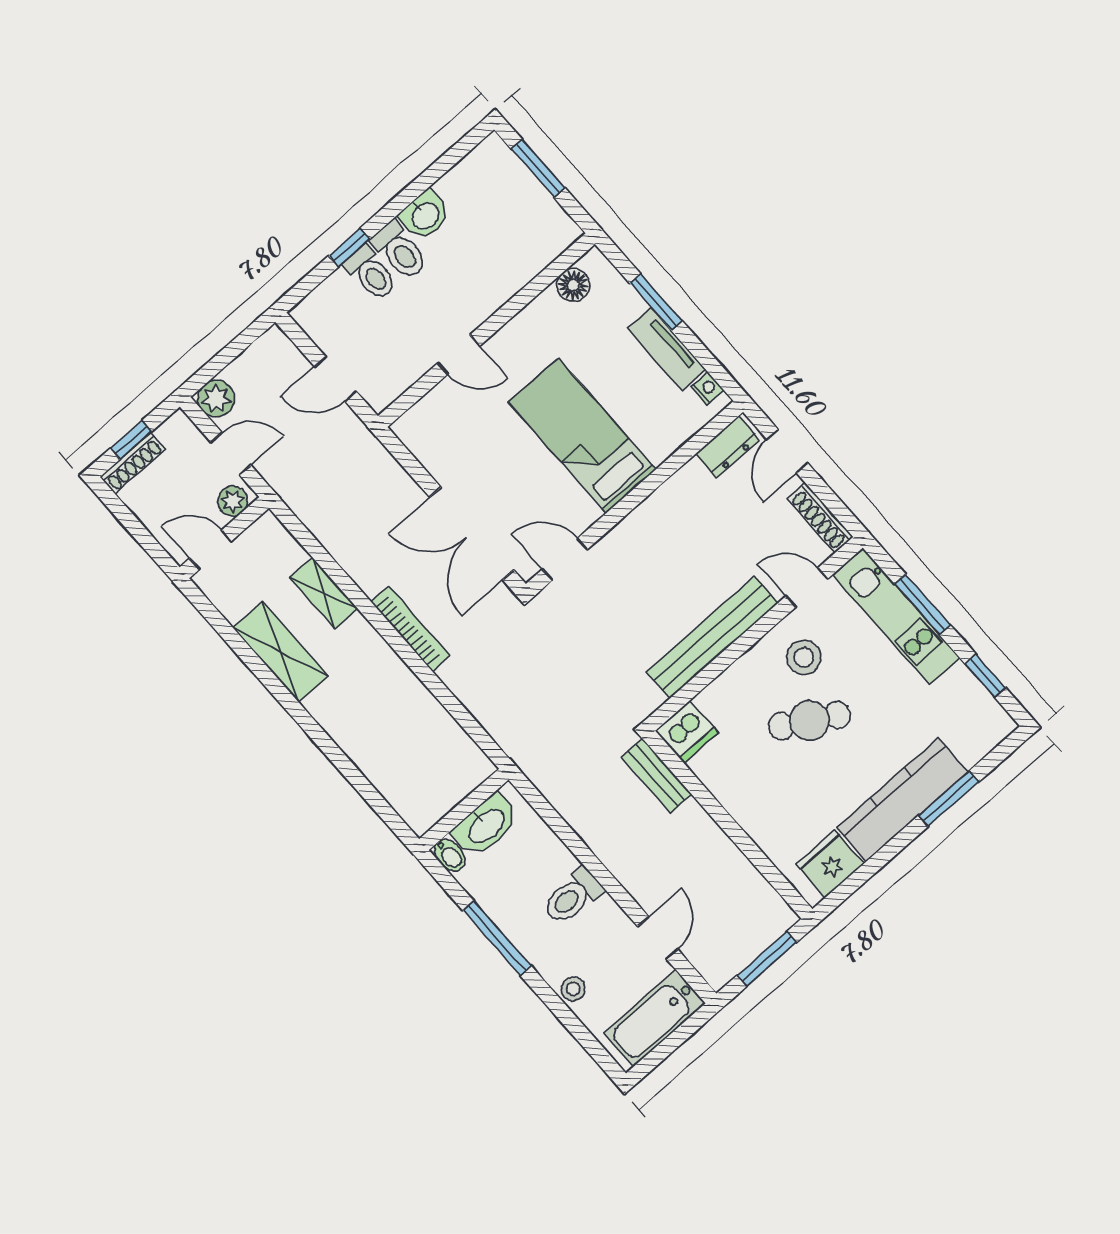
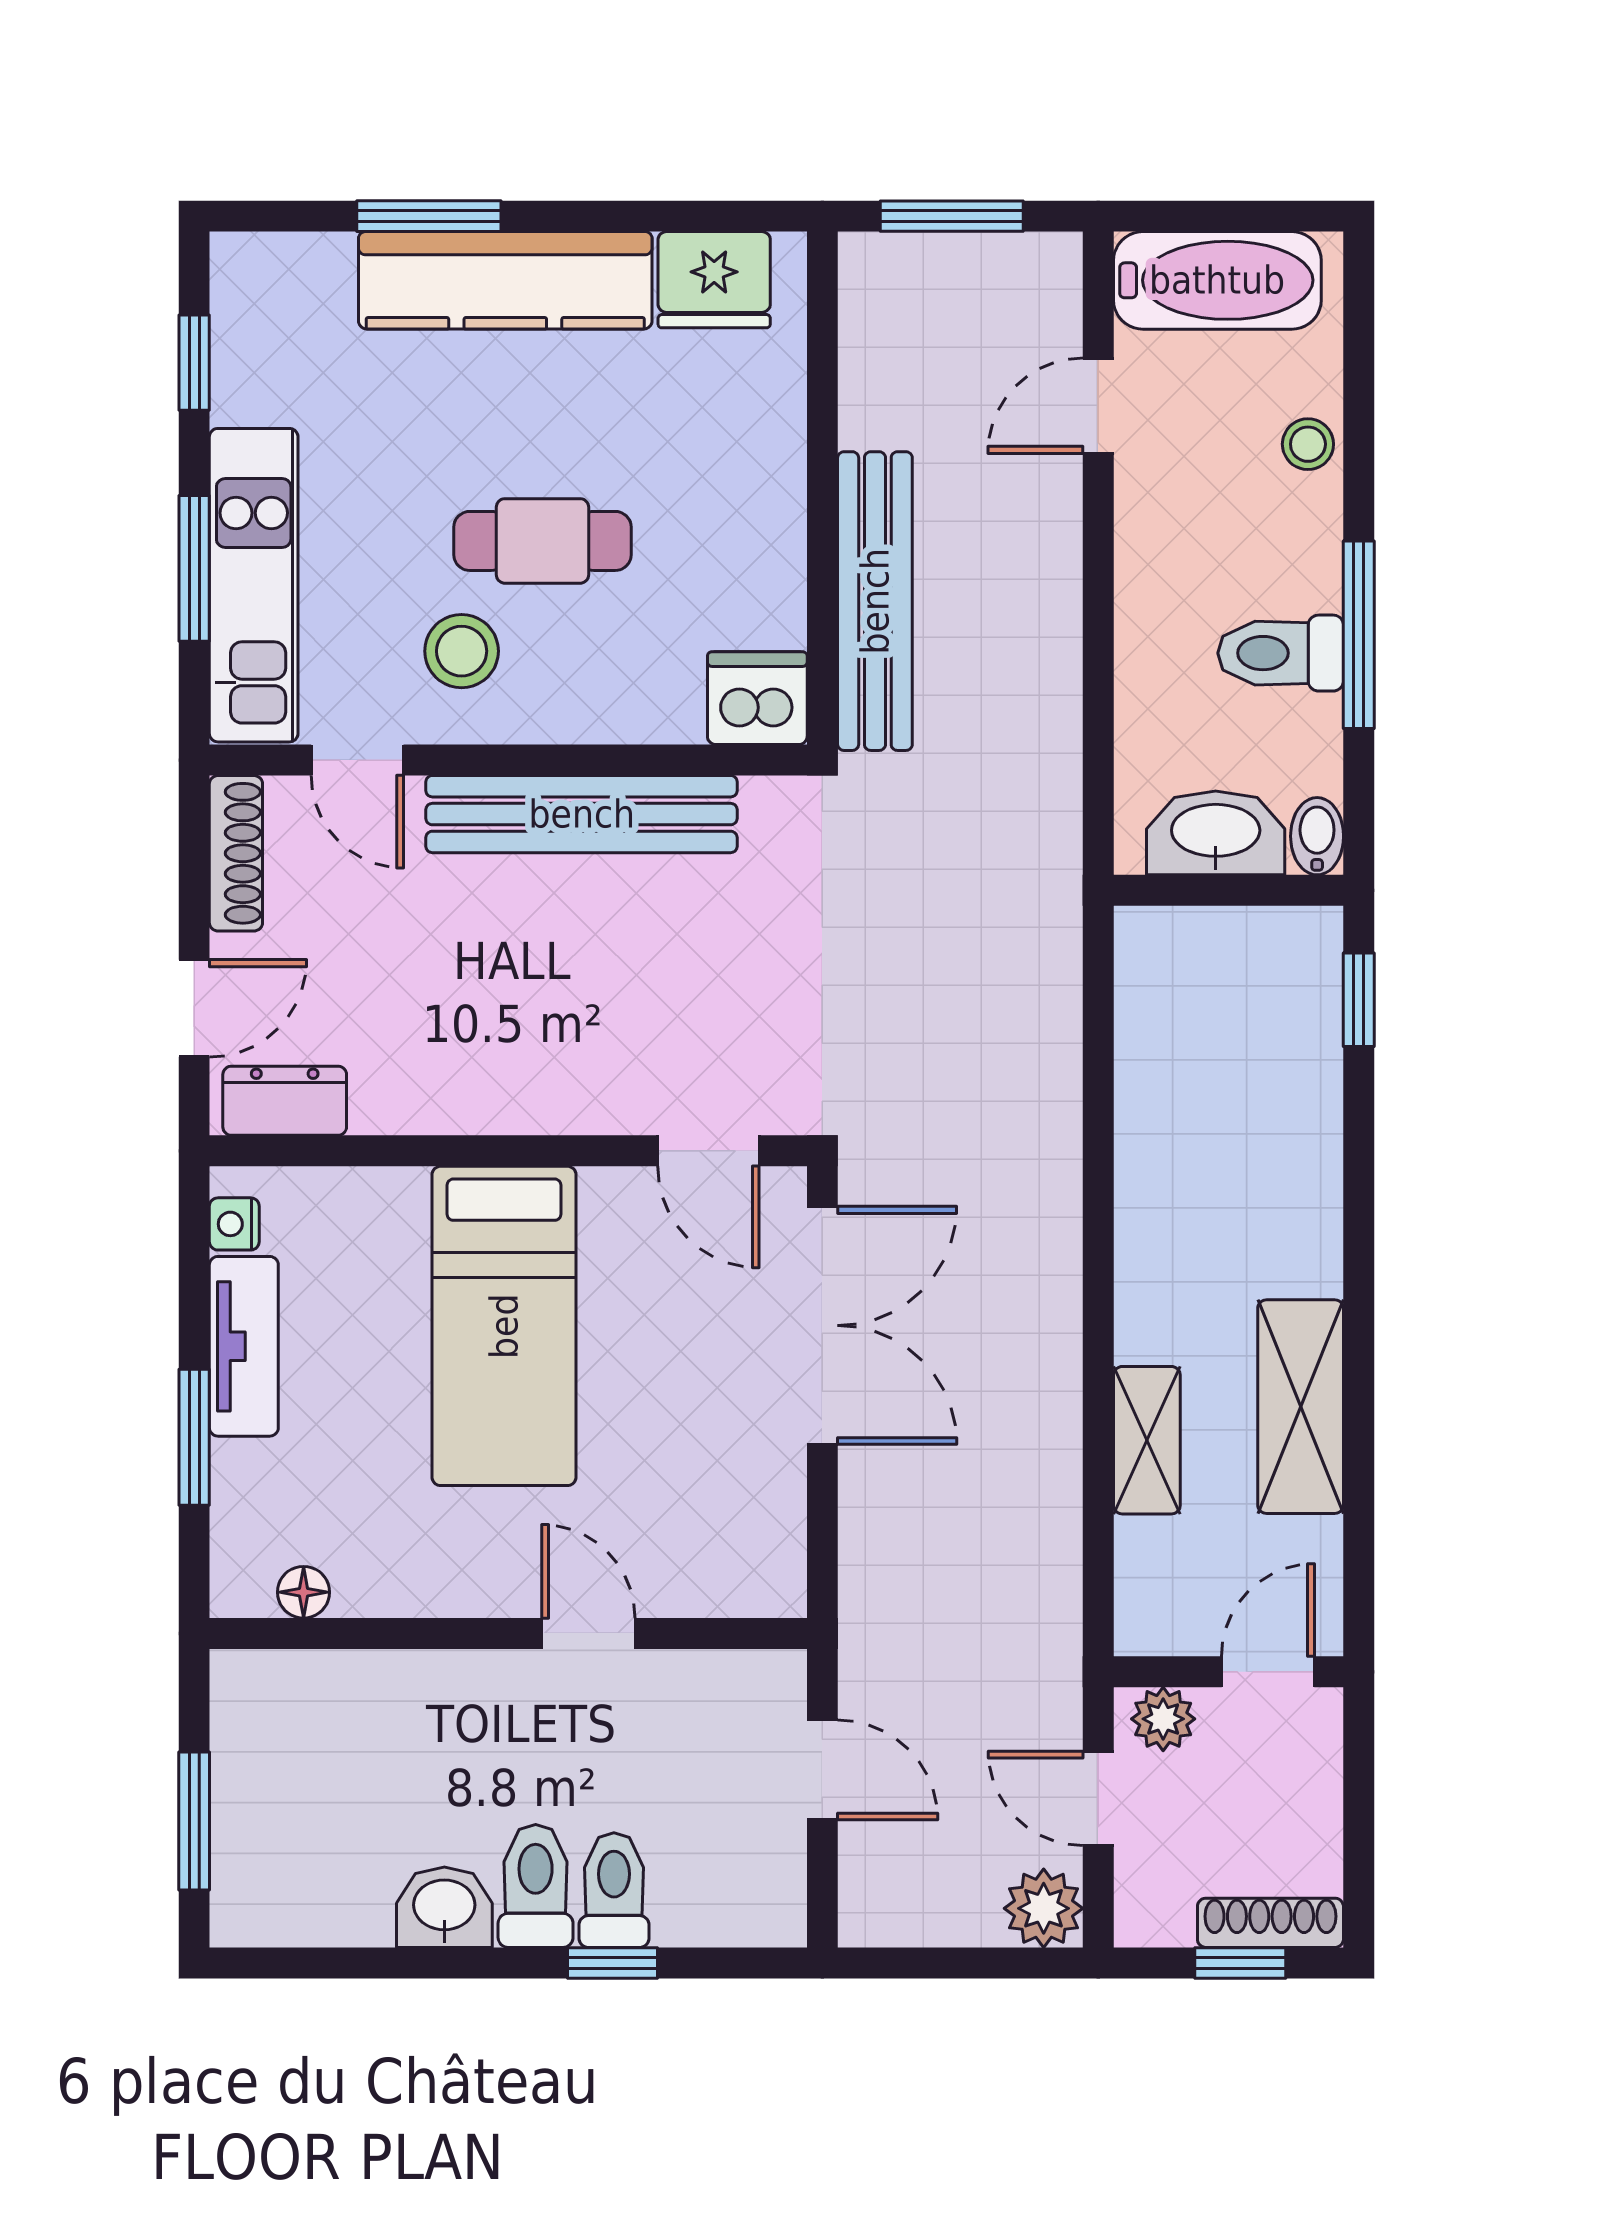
floor lamp: (573, 285) -> (304, 1592), width x0.73, depth x0.73
door: (211, 550) -> (1268, 1672), swing flipped
bookcase: (411, 629) -> (1057, 1259), removed
cafe table: (810, 721) -> (542, 541), turned -30
bench: (657, 775) -> (875, 601), width x1.86, depth x1.21
window: (385, 811) -> (1359, 1000), added
toilet: (573, 896) -> (1281, 653), moved, turned 180

